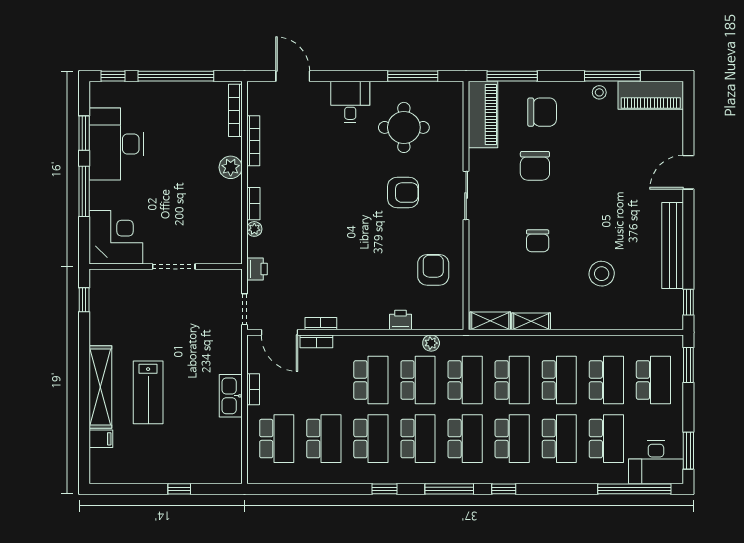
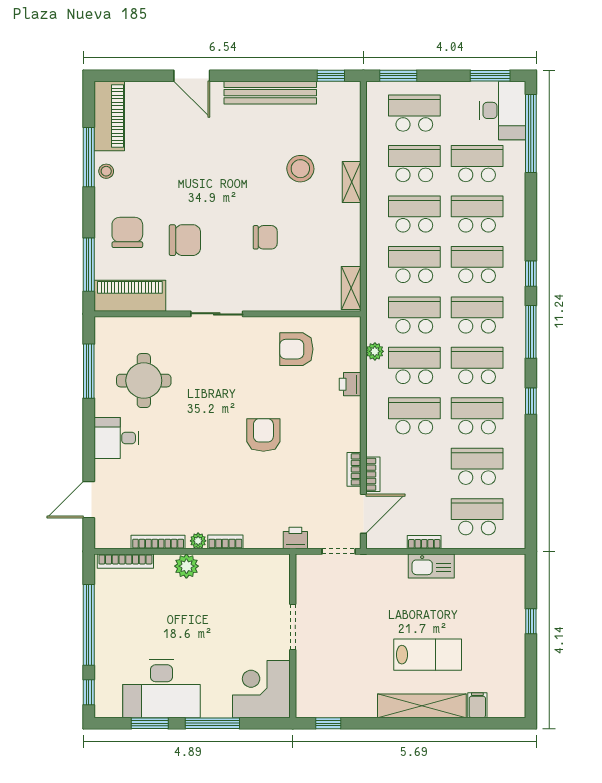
armchair: (403, 193) -> (263, 435), moved
plant: (254, 229) -> (198, 541), moved
shelving: (531, 321) -> (352, 182), moved

